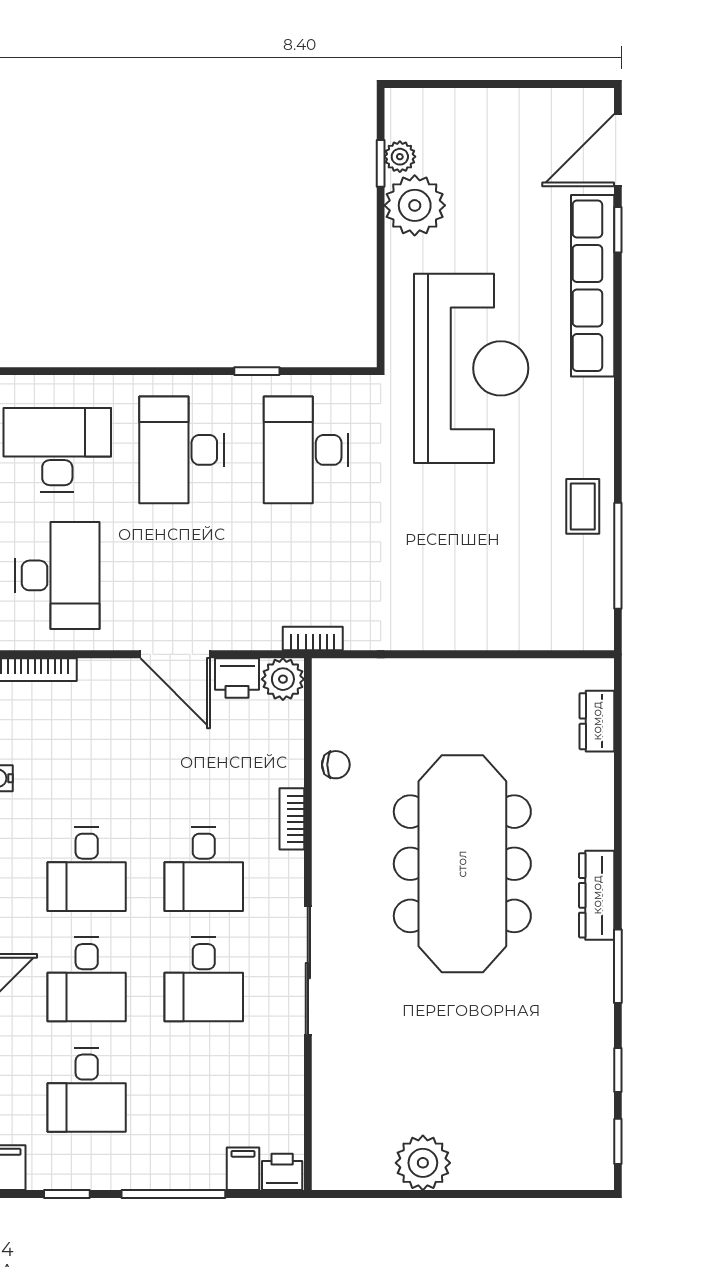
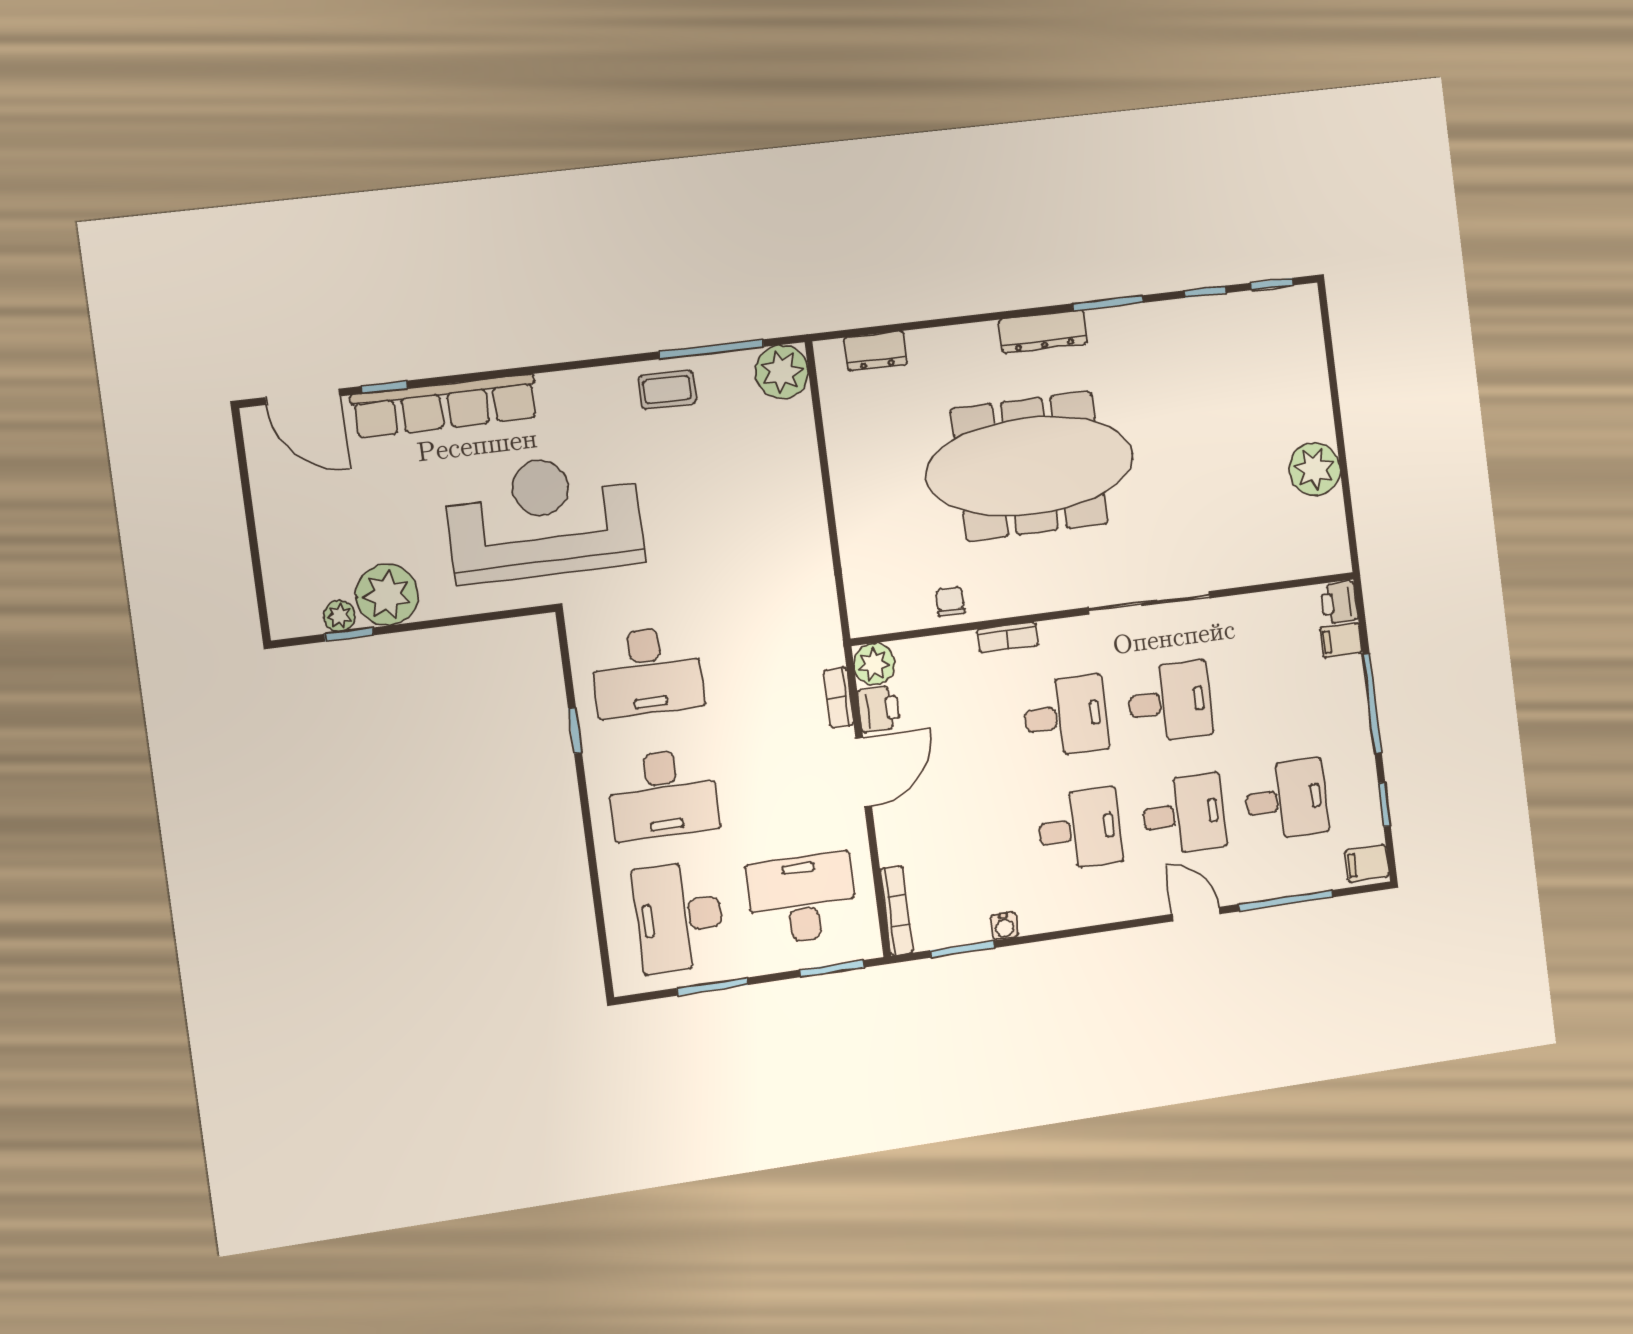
plant: (587, 624) -> (782, 372), added
bookcase: (313, 639) -> (839, 698), moved

